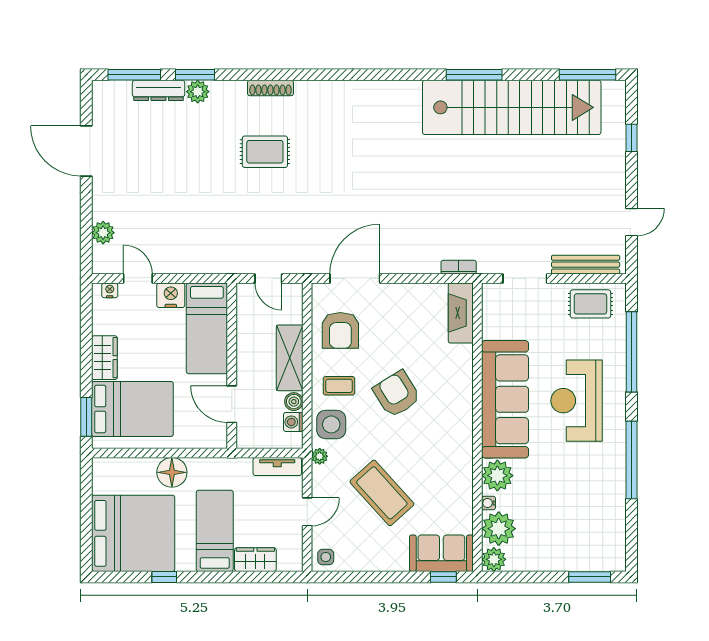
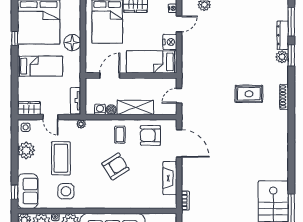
rug: (265, 152) -> (249, 94), turned 90
fireplace: (461, 313) -> (170, 178), moved, turned -90
side table: (331, 424) -> (66, 191), moved
coffee table: (382, 493) -> (61, 158), turned -48
plant: (368, 556) -> (26, 150), added
wardrobe: (255, 560) -> (29, 108), moved, turned -90

